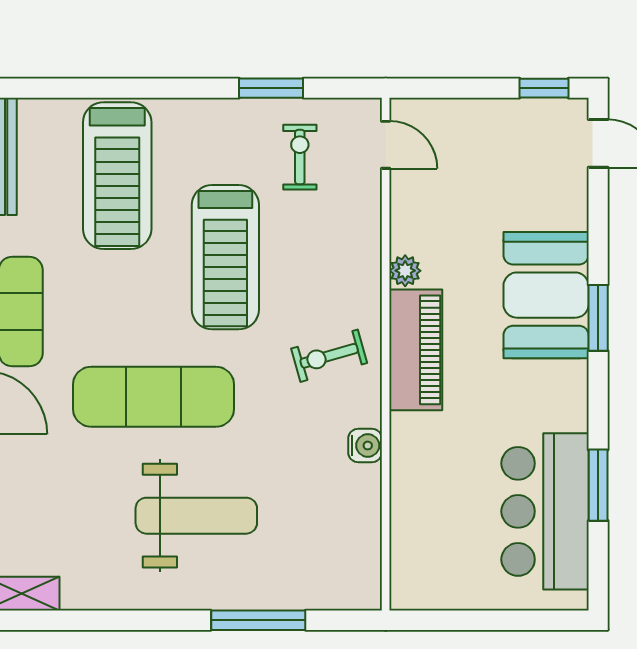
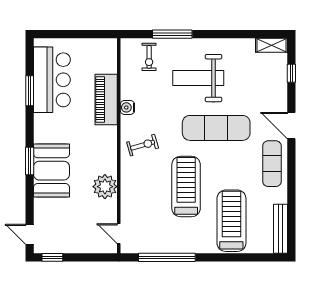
window: (271, 88) -> (167, 257), width x2.11
exercise bike: (300, 157) -> (149, 57), moved
plant: (405, 271) -> (105, 187), width x1.87, depth x1.87
piano: (416, 350) -> (106, 100), moved

